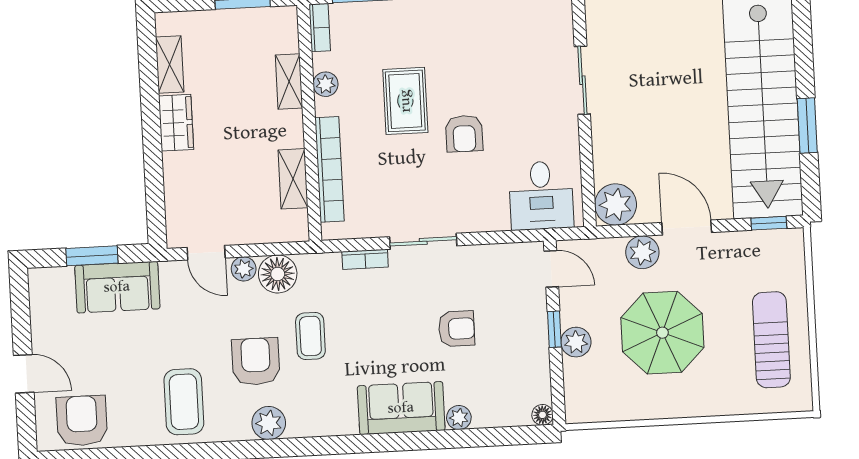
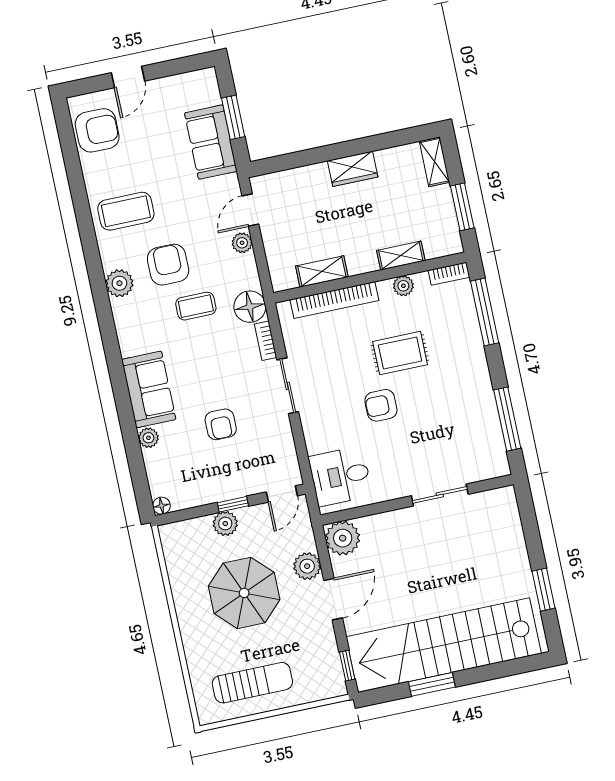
shelving: (170, 65) -> (434, 162), moved, turned 90
floor lamp: (278, 274) -> (250, 307), moved
armchair: (256, 361) -> (168, 265), turned -90

